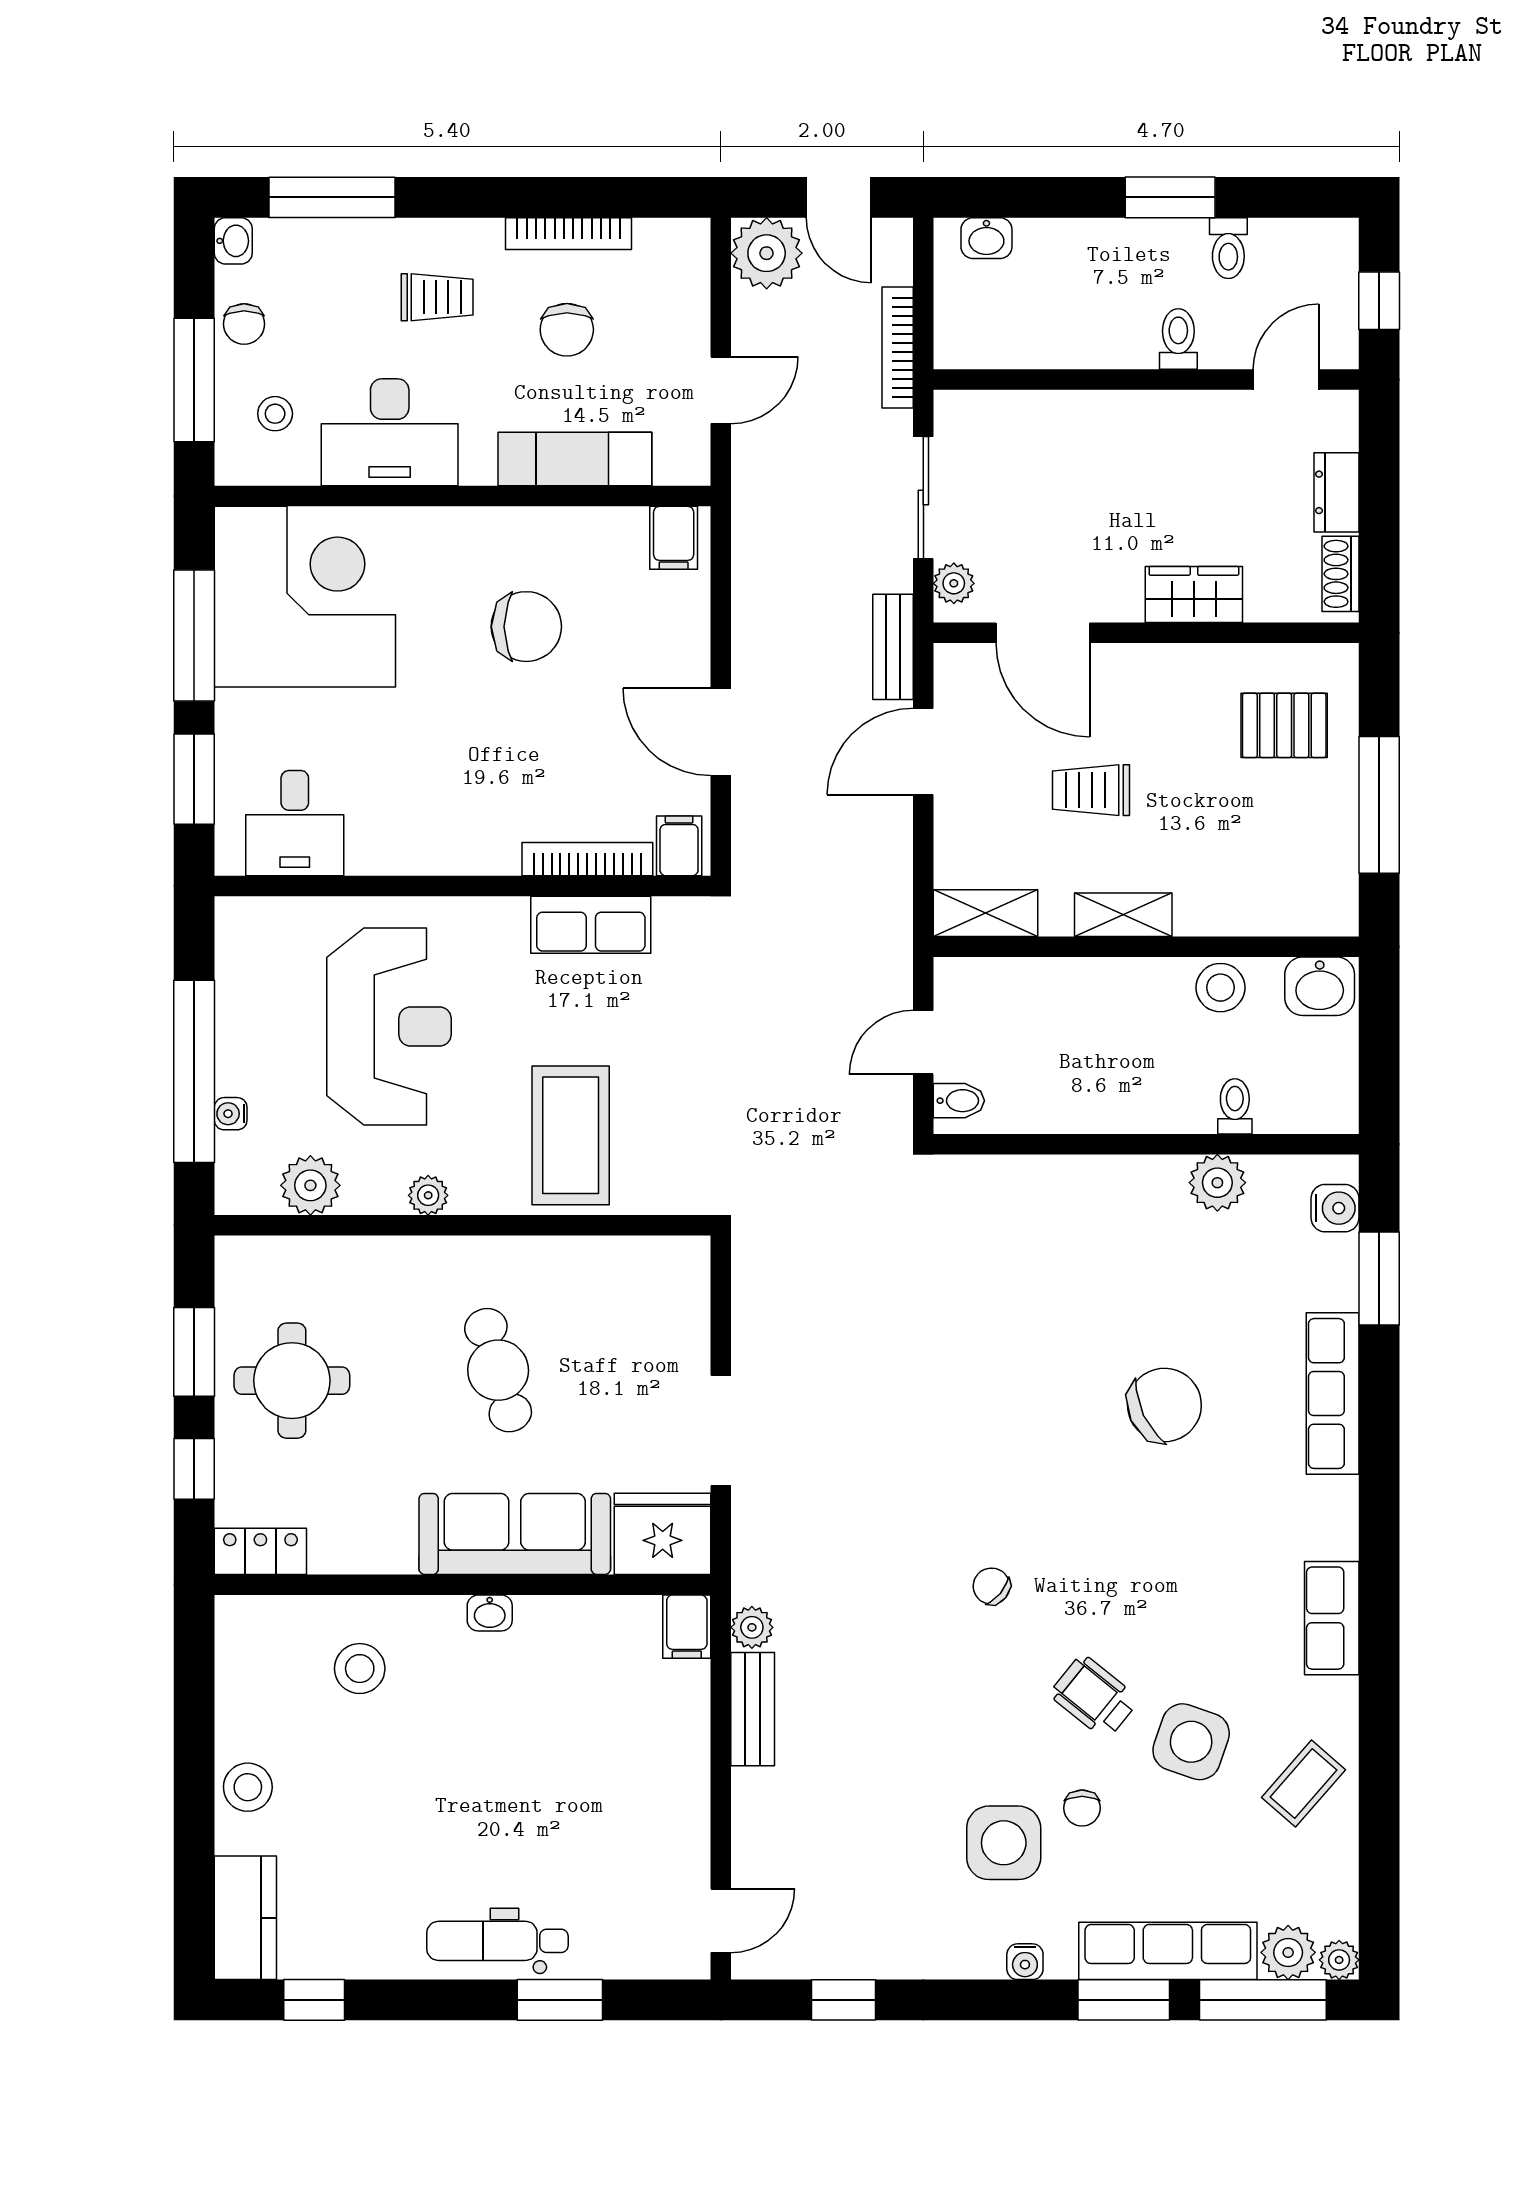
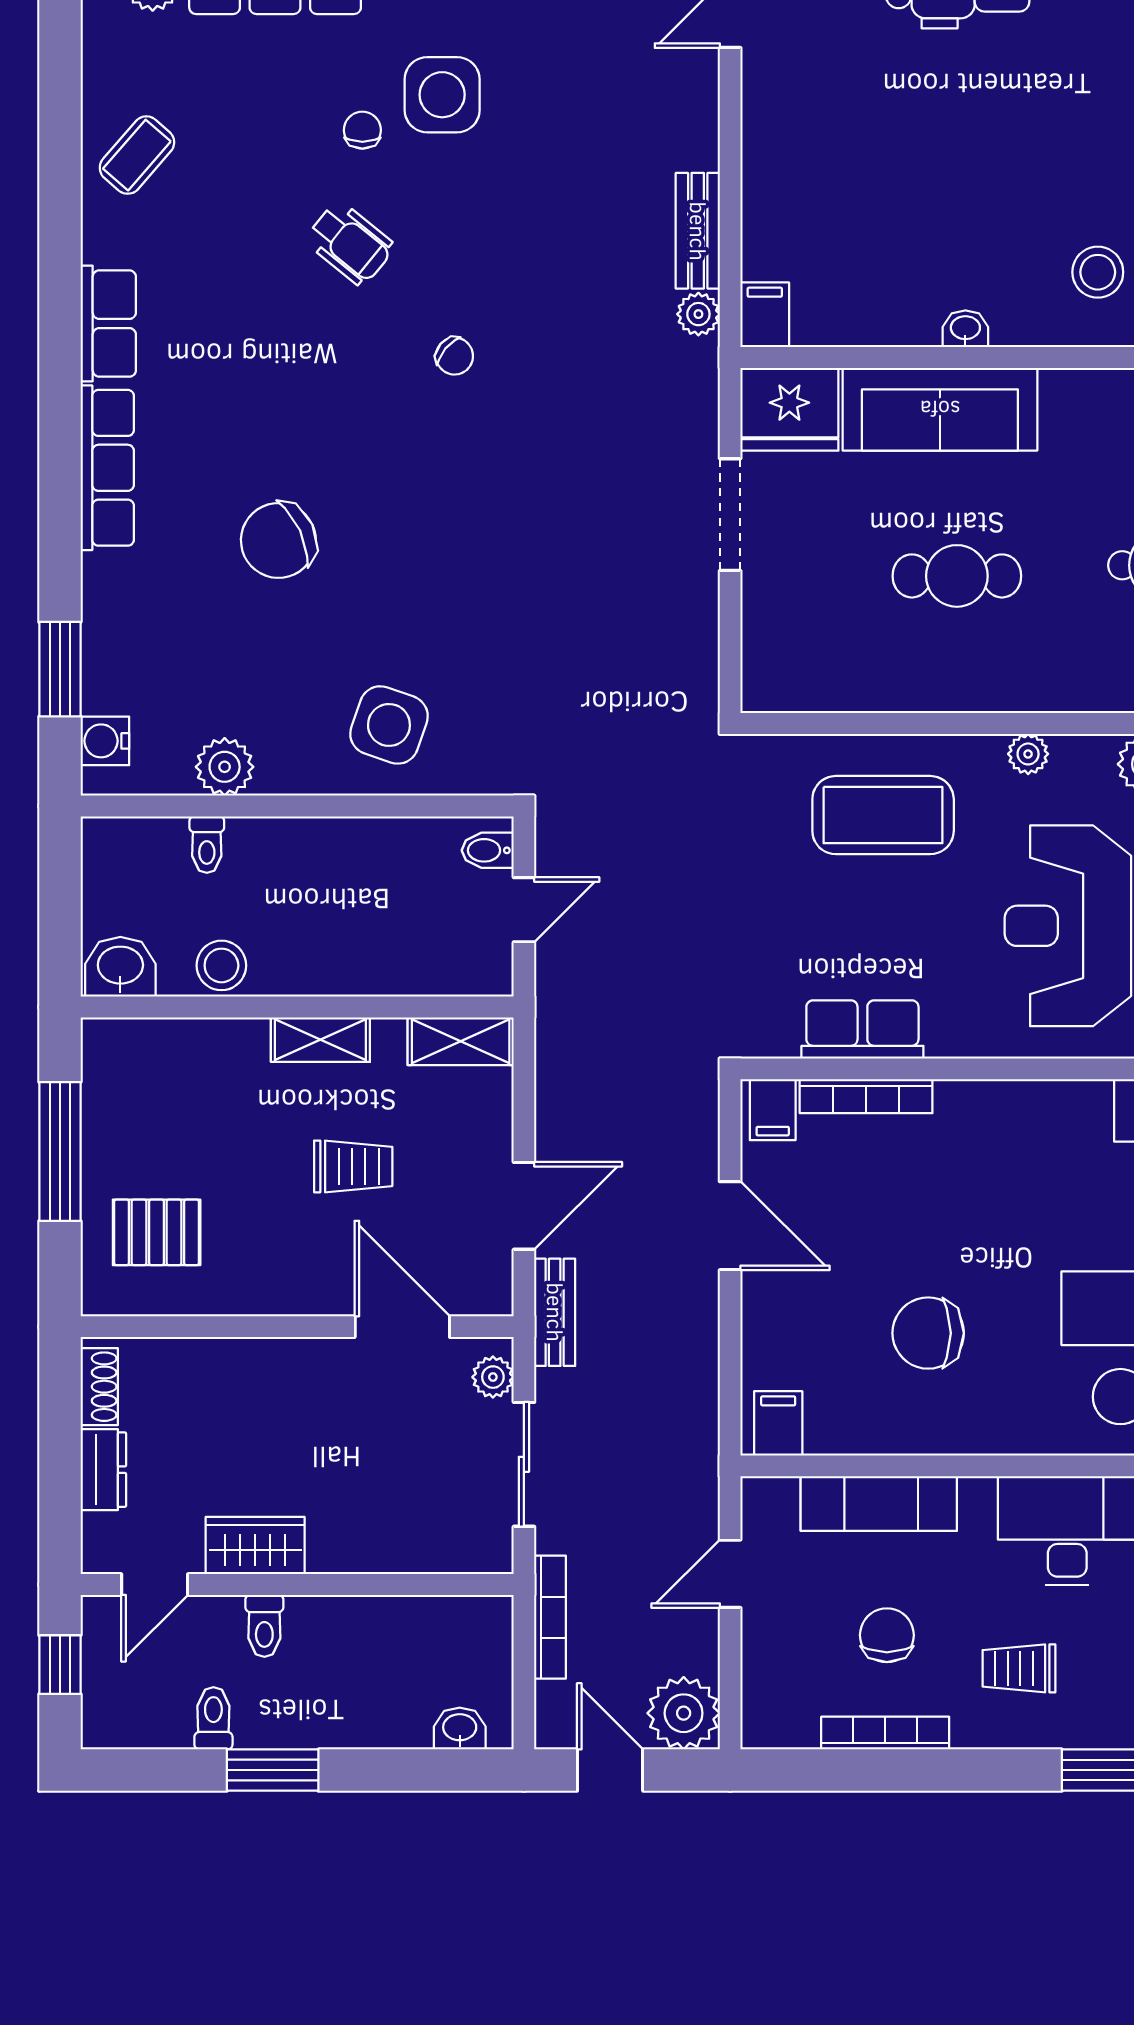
wardrobe: (1194, 595) -> (255, 1545), moved, turned 180
coffee table: (571, 1135) -> (883, 815), turned 90
cafe table: (498, 1370) -> (957, 576), turned -74
row of seats: (1333, 1394) -> (107, 468), moved
side table: (1191, 1742) -> (389, 725), moved

